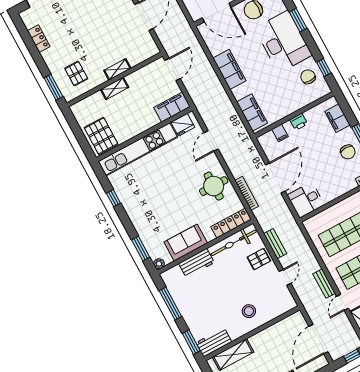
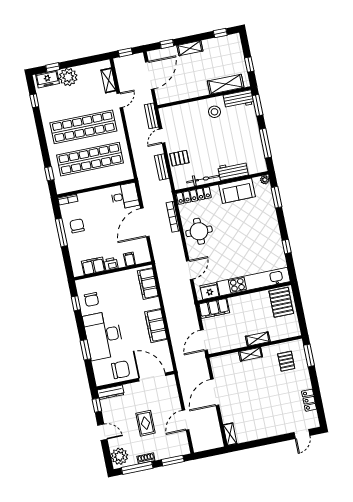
filing cabinet: (337, 118) -> (93, 266), moved, turned -90
bicycle: (234, 243) -> (203, 179), width x0.73, depth x0.71
bench: (324, 284) -> (151, 116), moved
stool: (249, 311) -> (214, 112), moved

